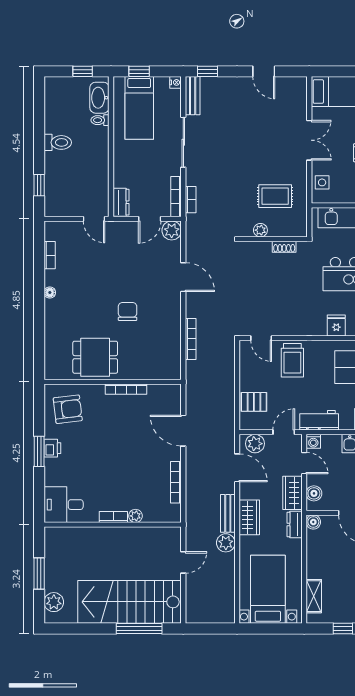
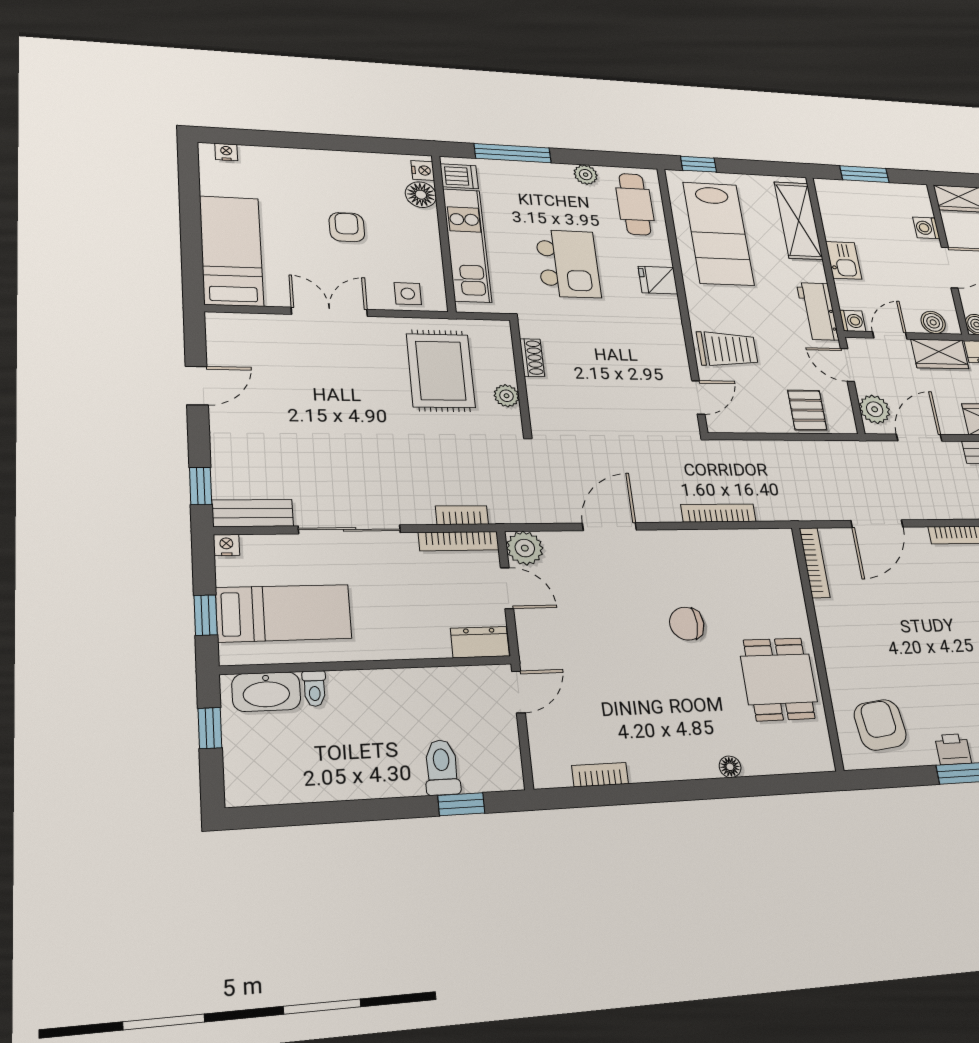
toilet: (58, 142) -> (442, 767), moved
rug: (275, 196) -> (441, 371), width x1.36, depth x1.43
floor lamp: (50, 292) -> (730, 767), moved
bookcase: (126, 389) -> (814, 563), moved

